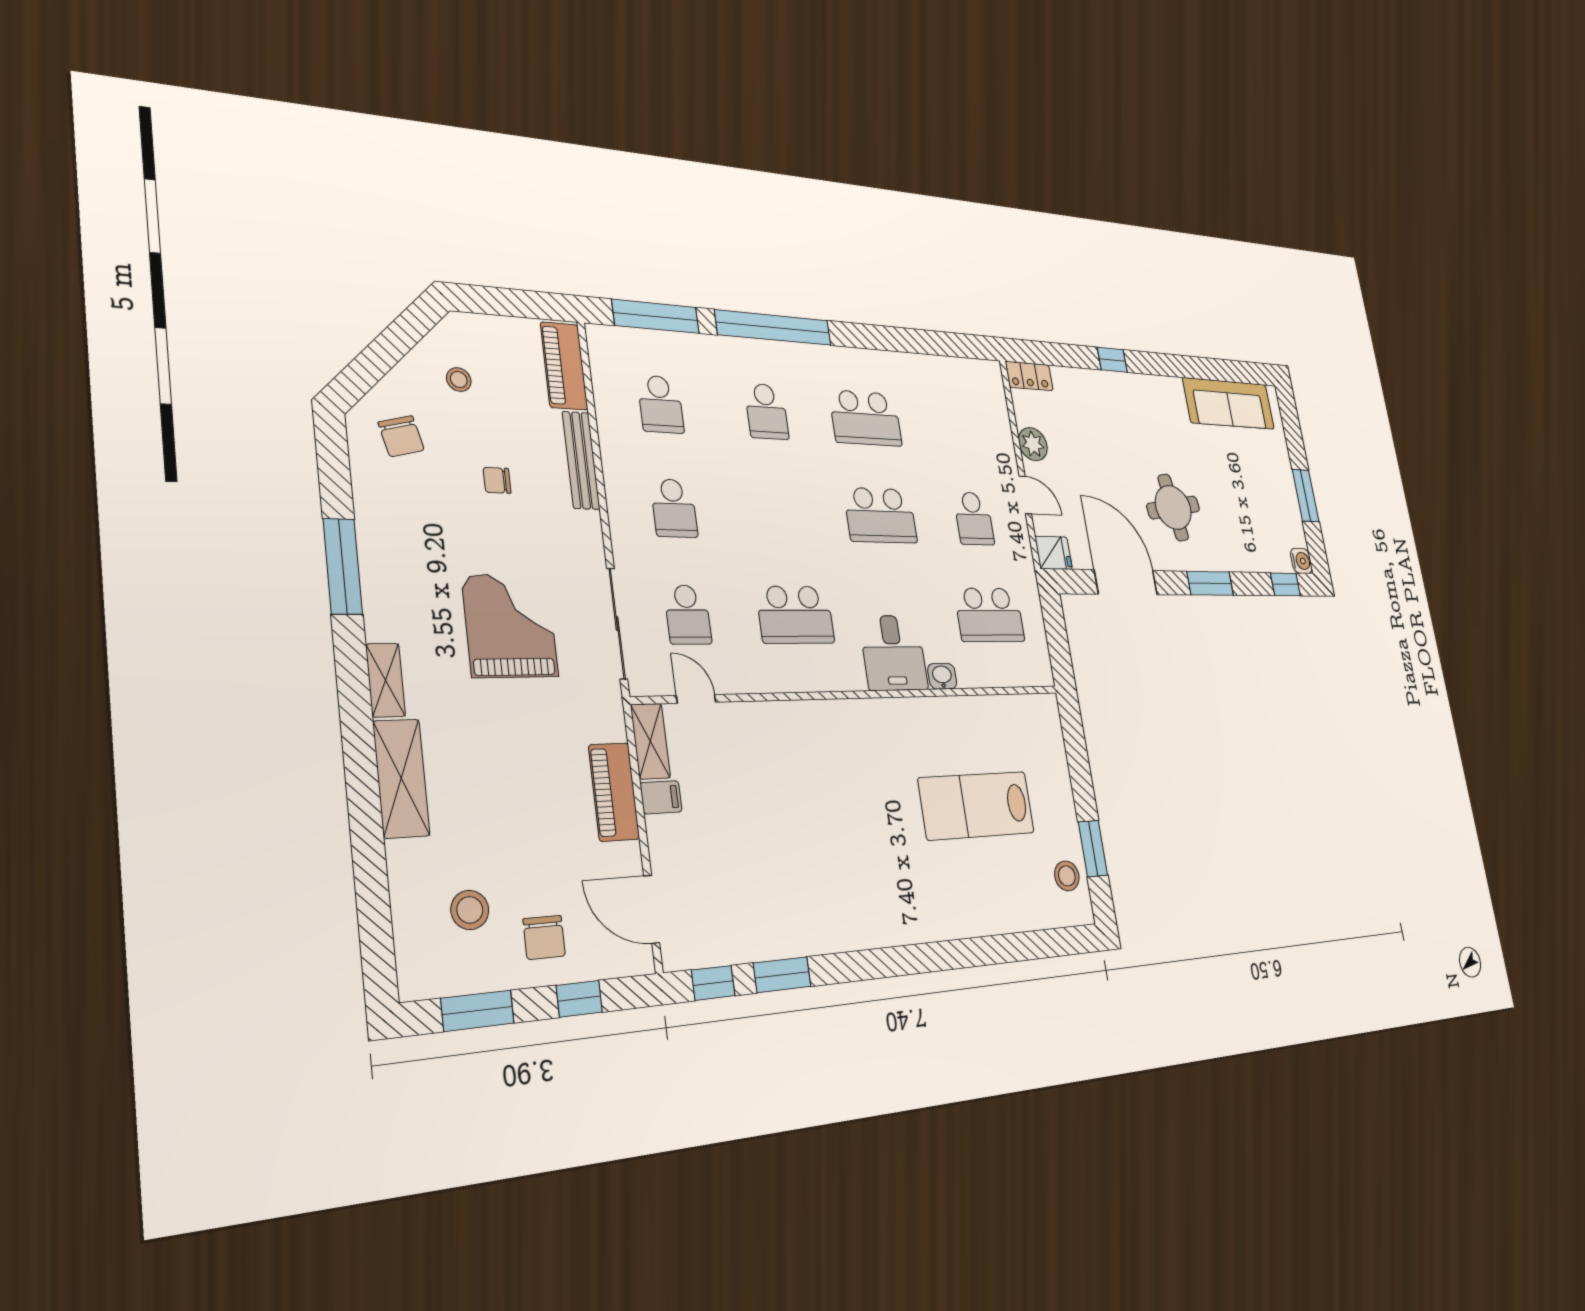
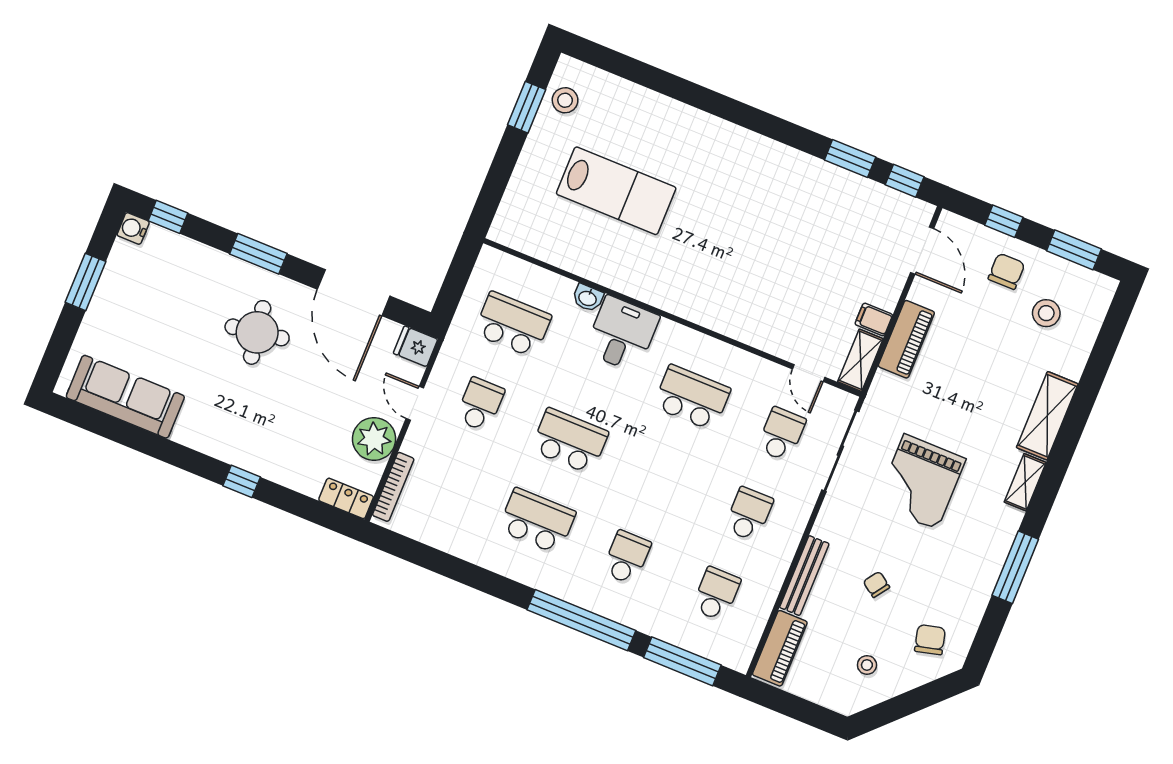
bookcase: (999, 403) -> (393, 487), added
plant: (1033, 444) -> (374, 439), width x1.36, depth x1.36
chair: (497, 480) -> (876, 584), turned -145

